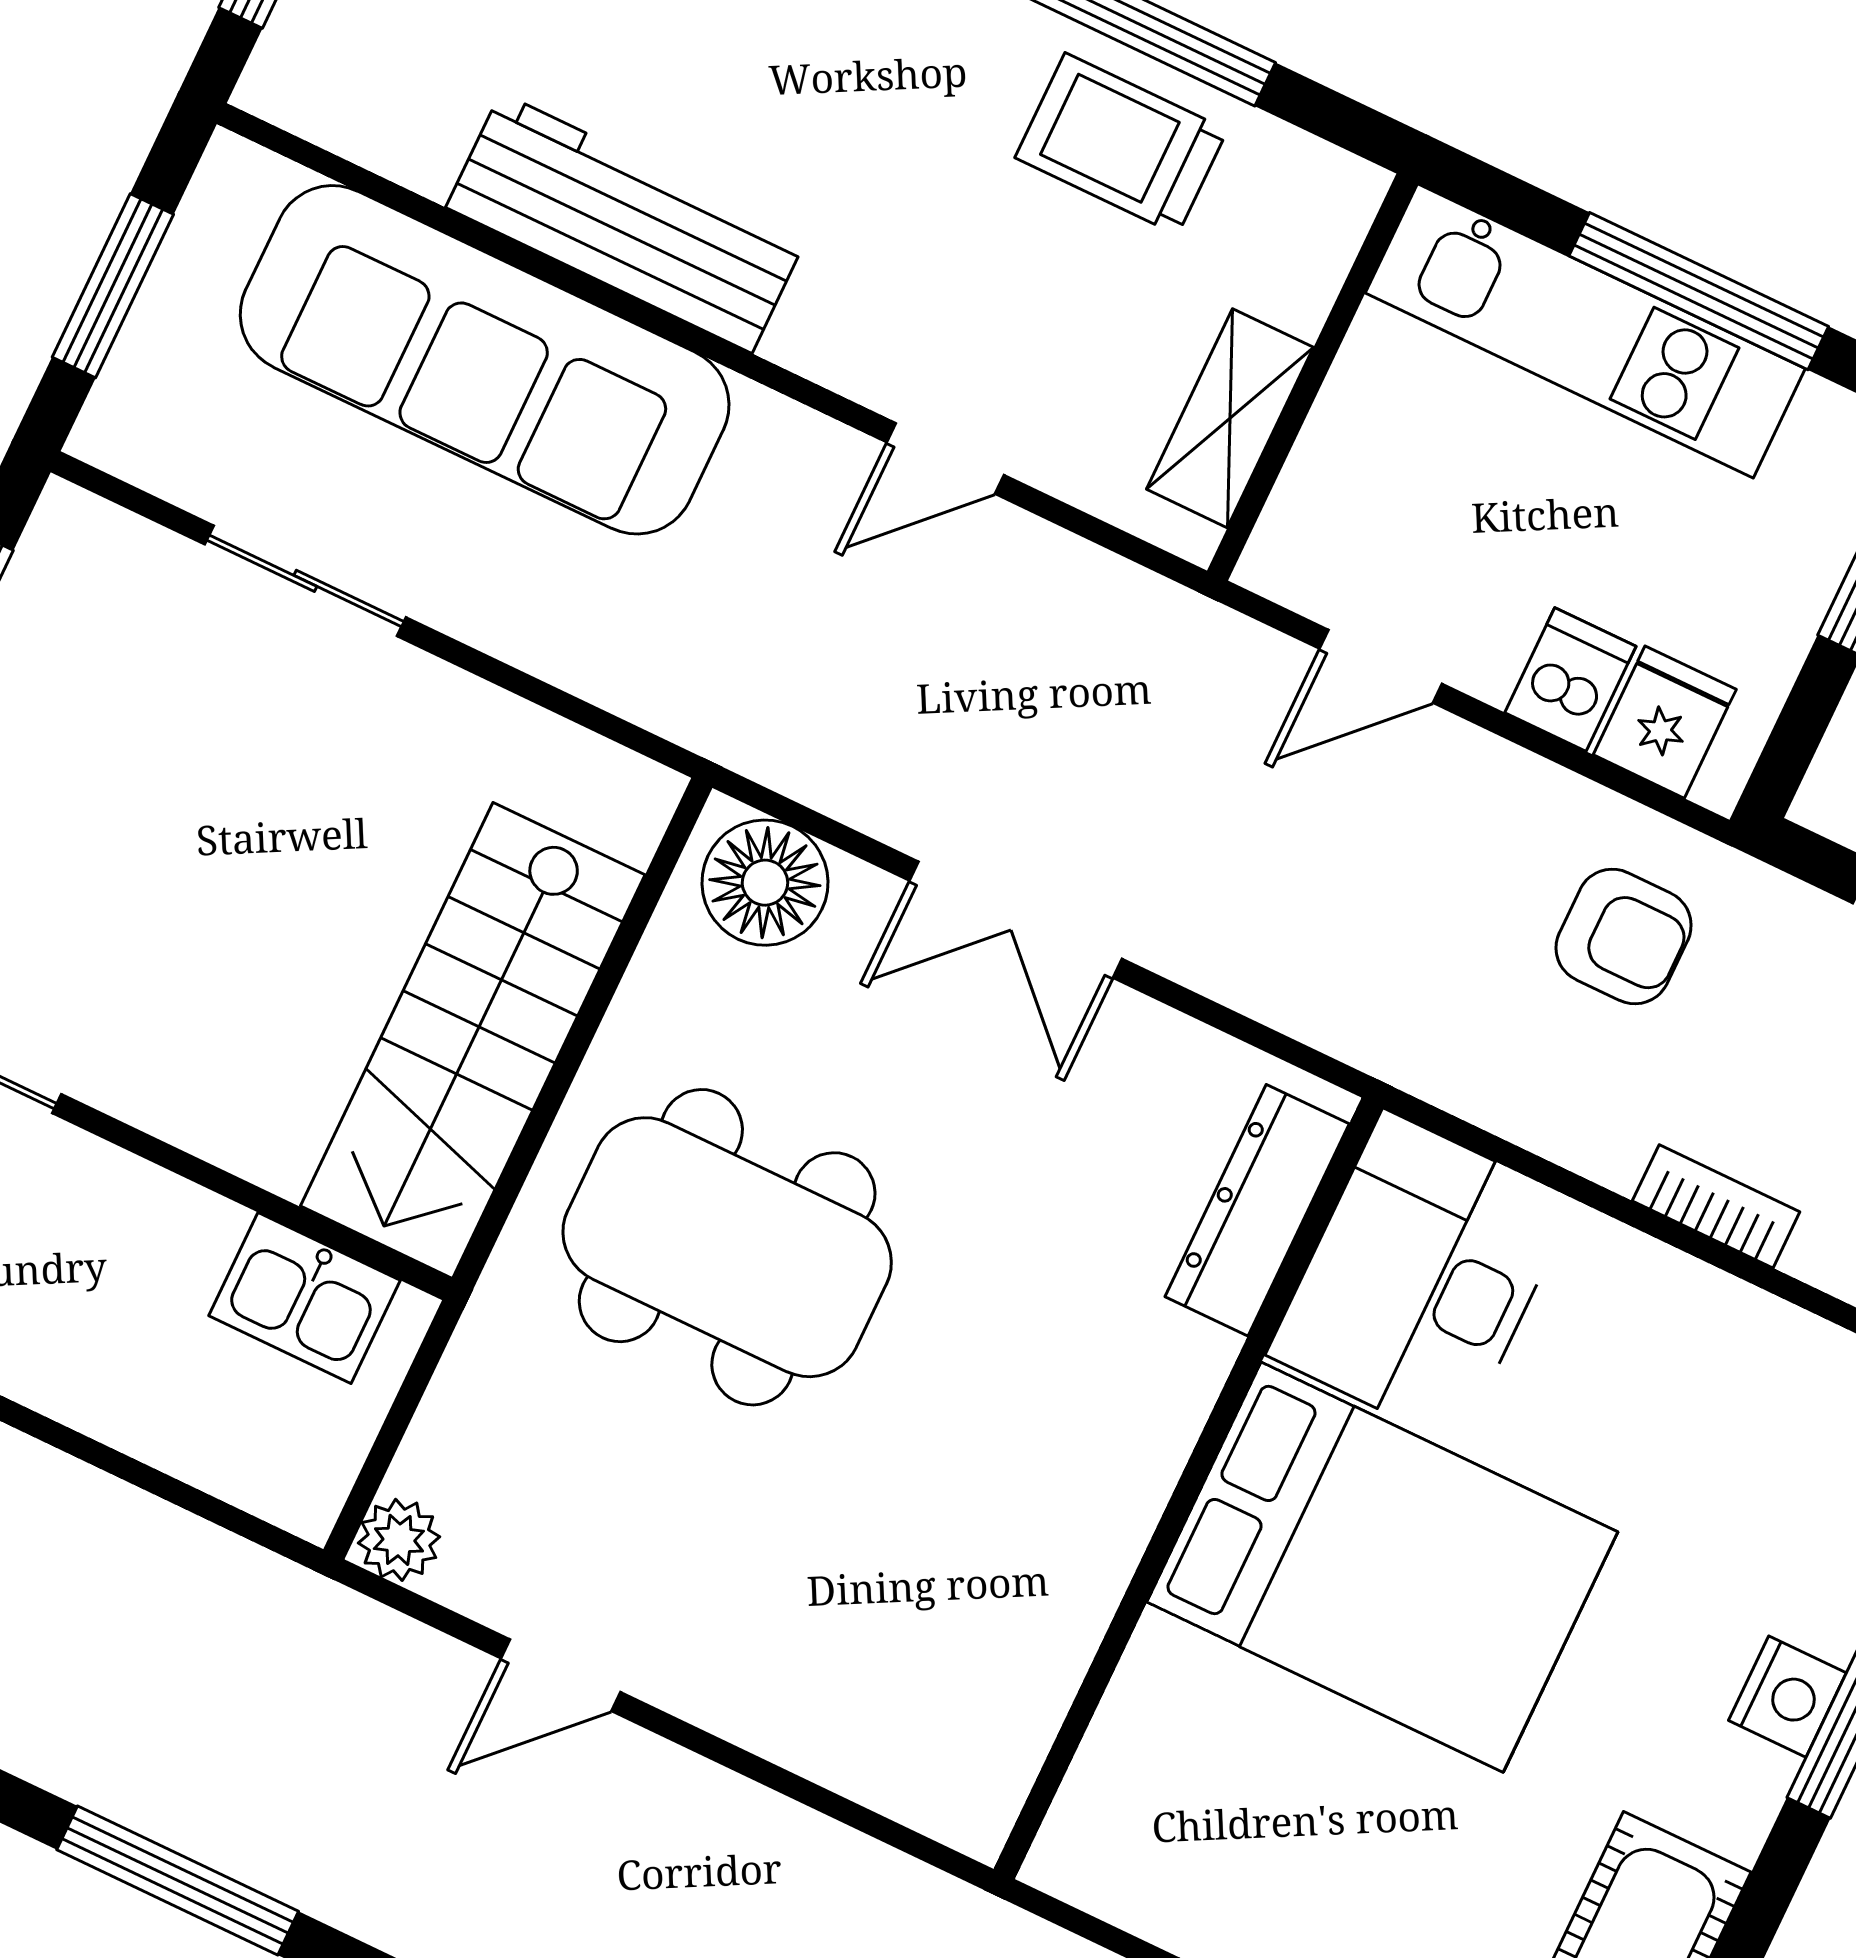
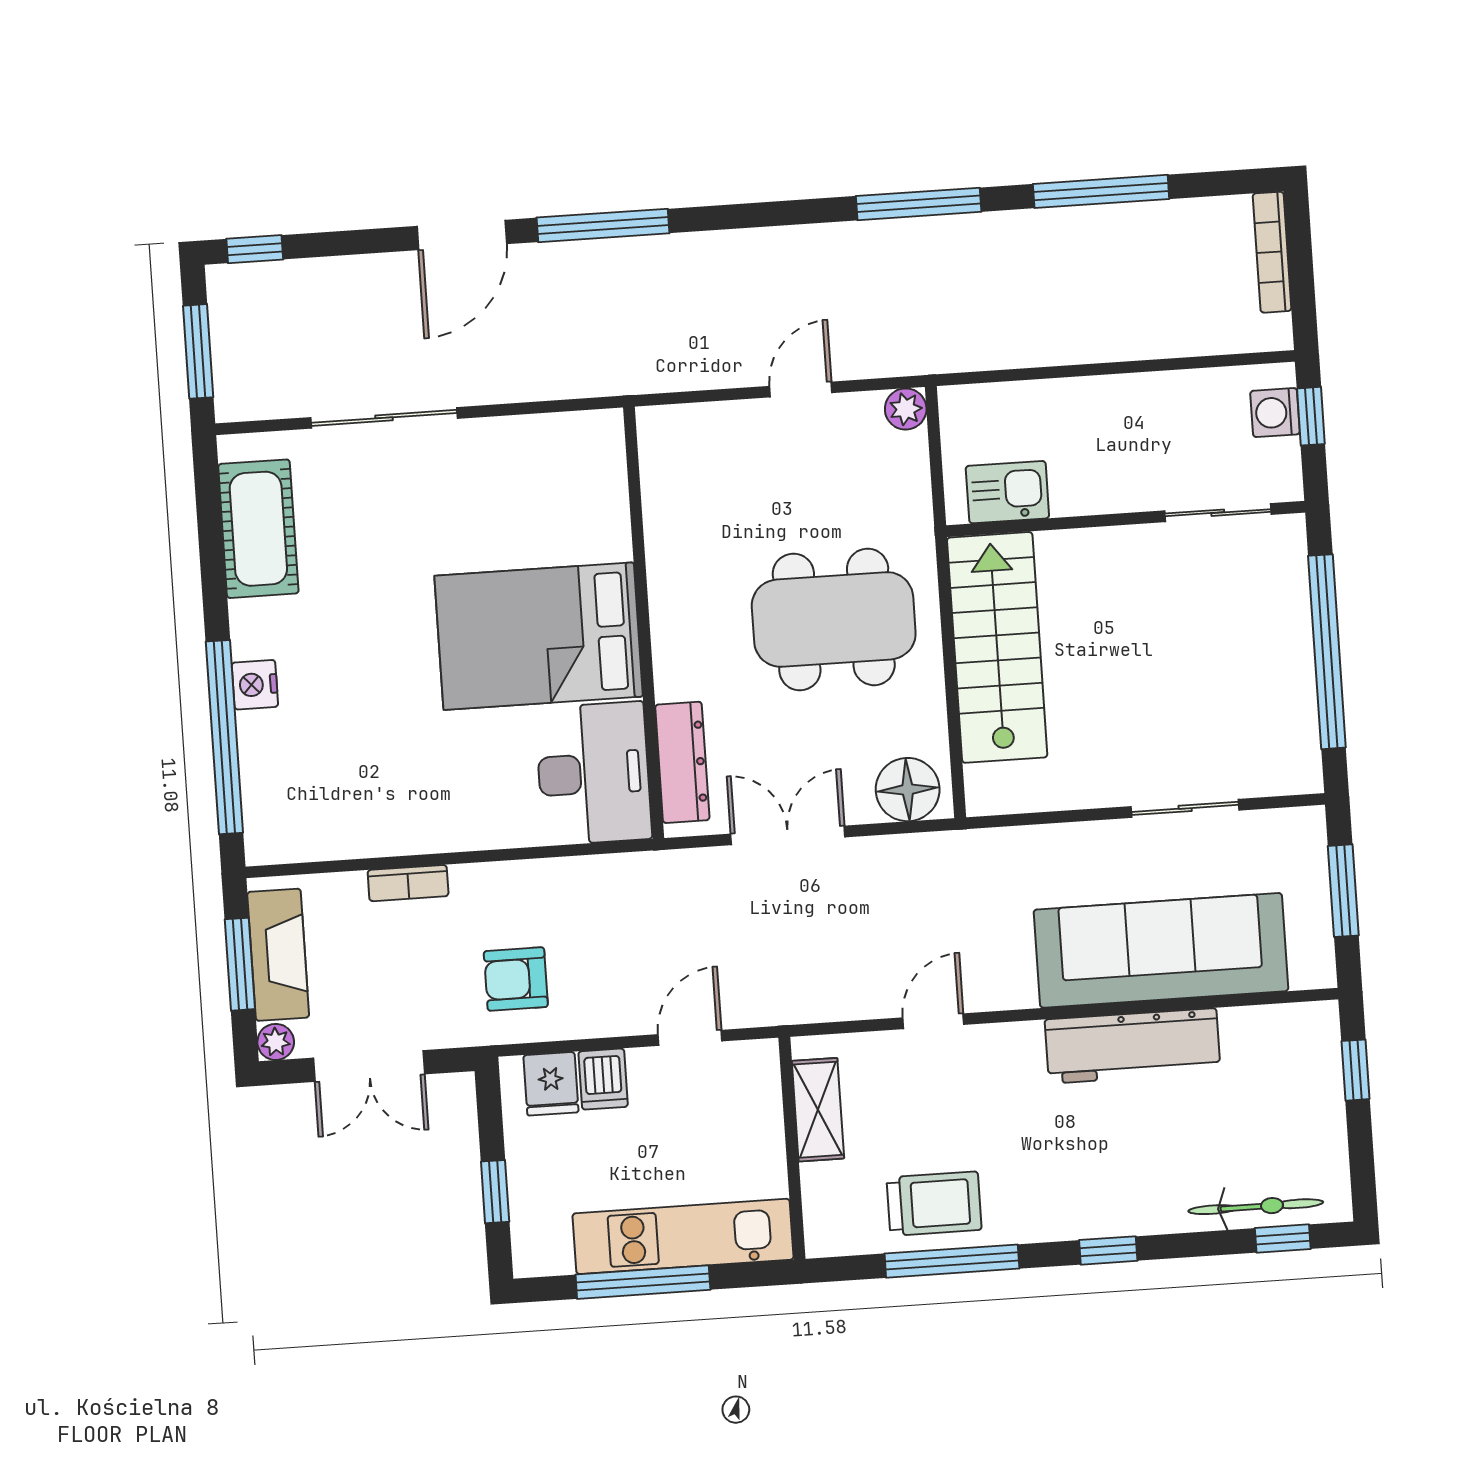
dresser: (1257, 1210) -> (682, 762), moved
desk: (1421, 1278) -> (593, 773), moved
wall: (1188, 1488) -> (644, 623), moved
bed: (1382, 1567) -> (539, 636), moved

